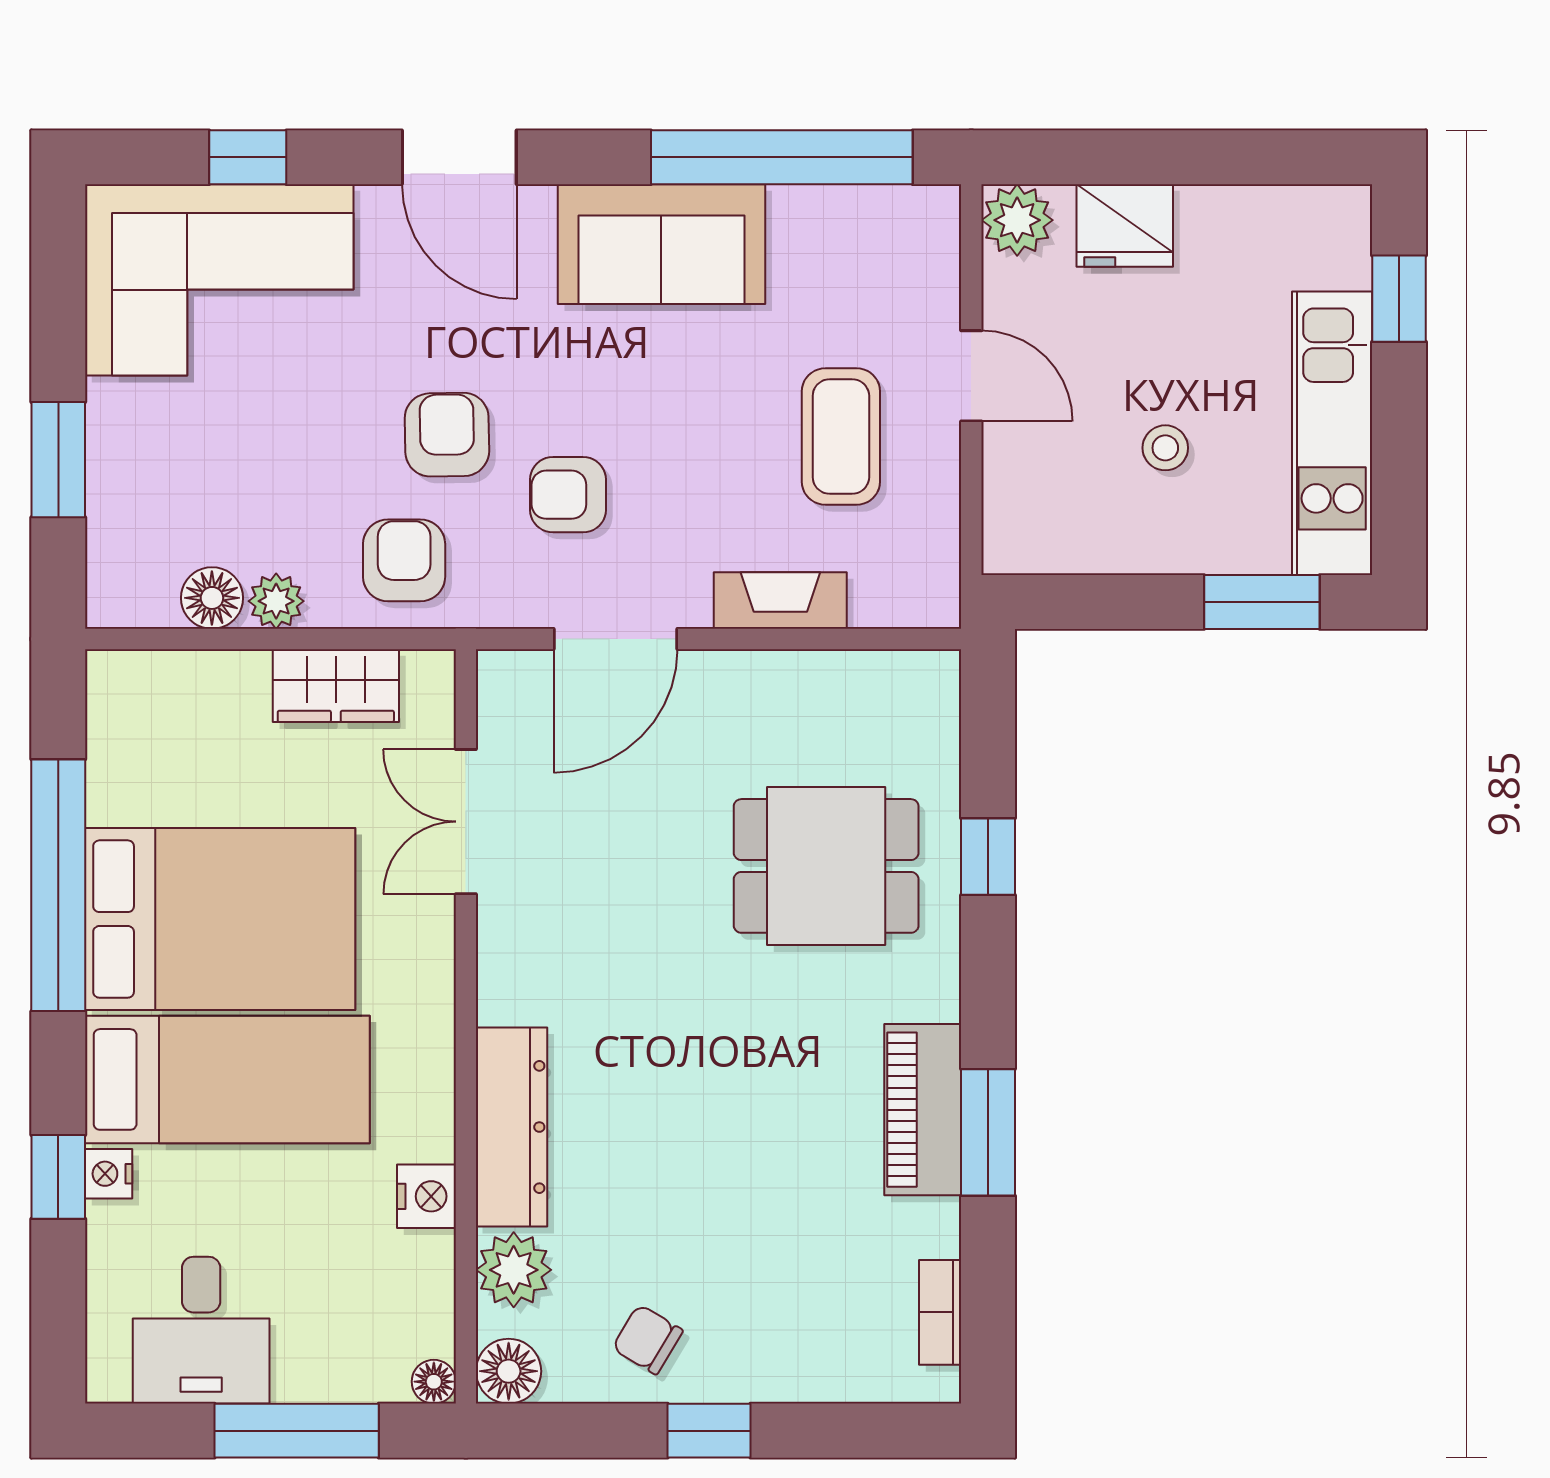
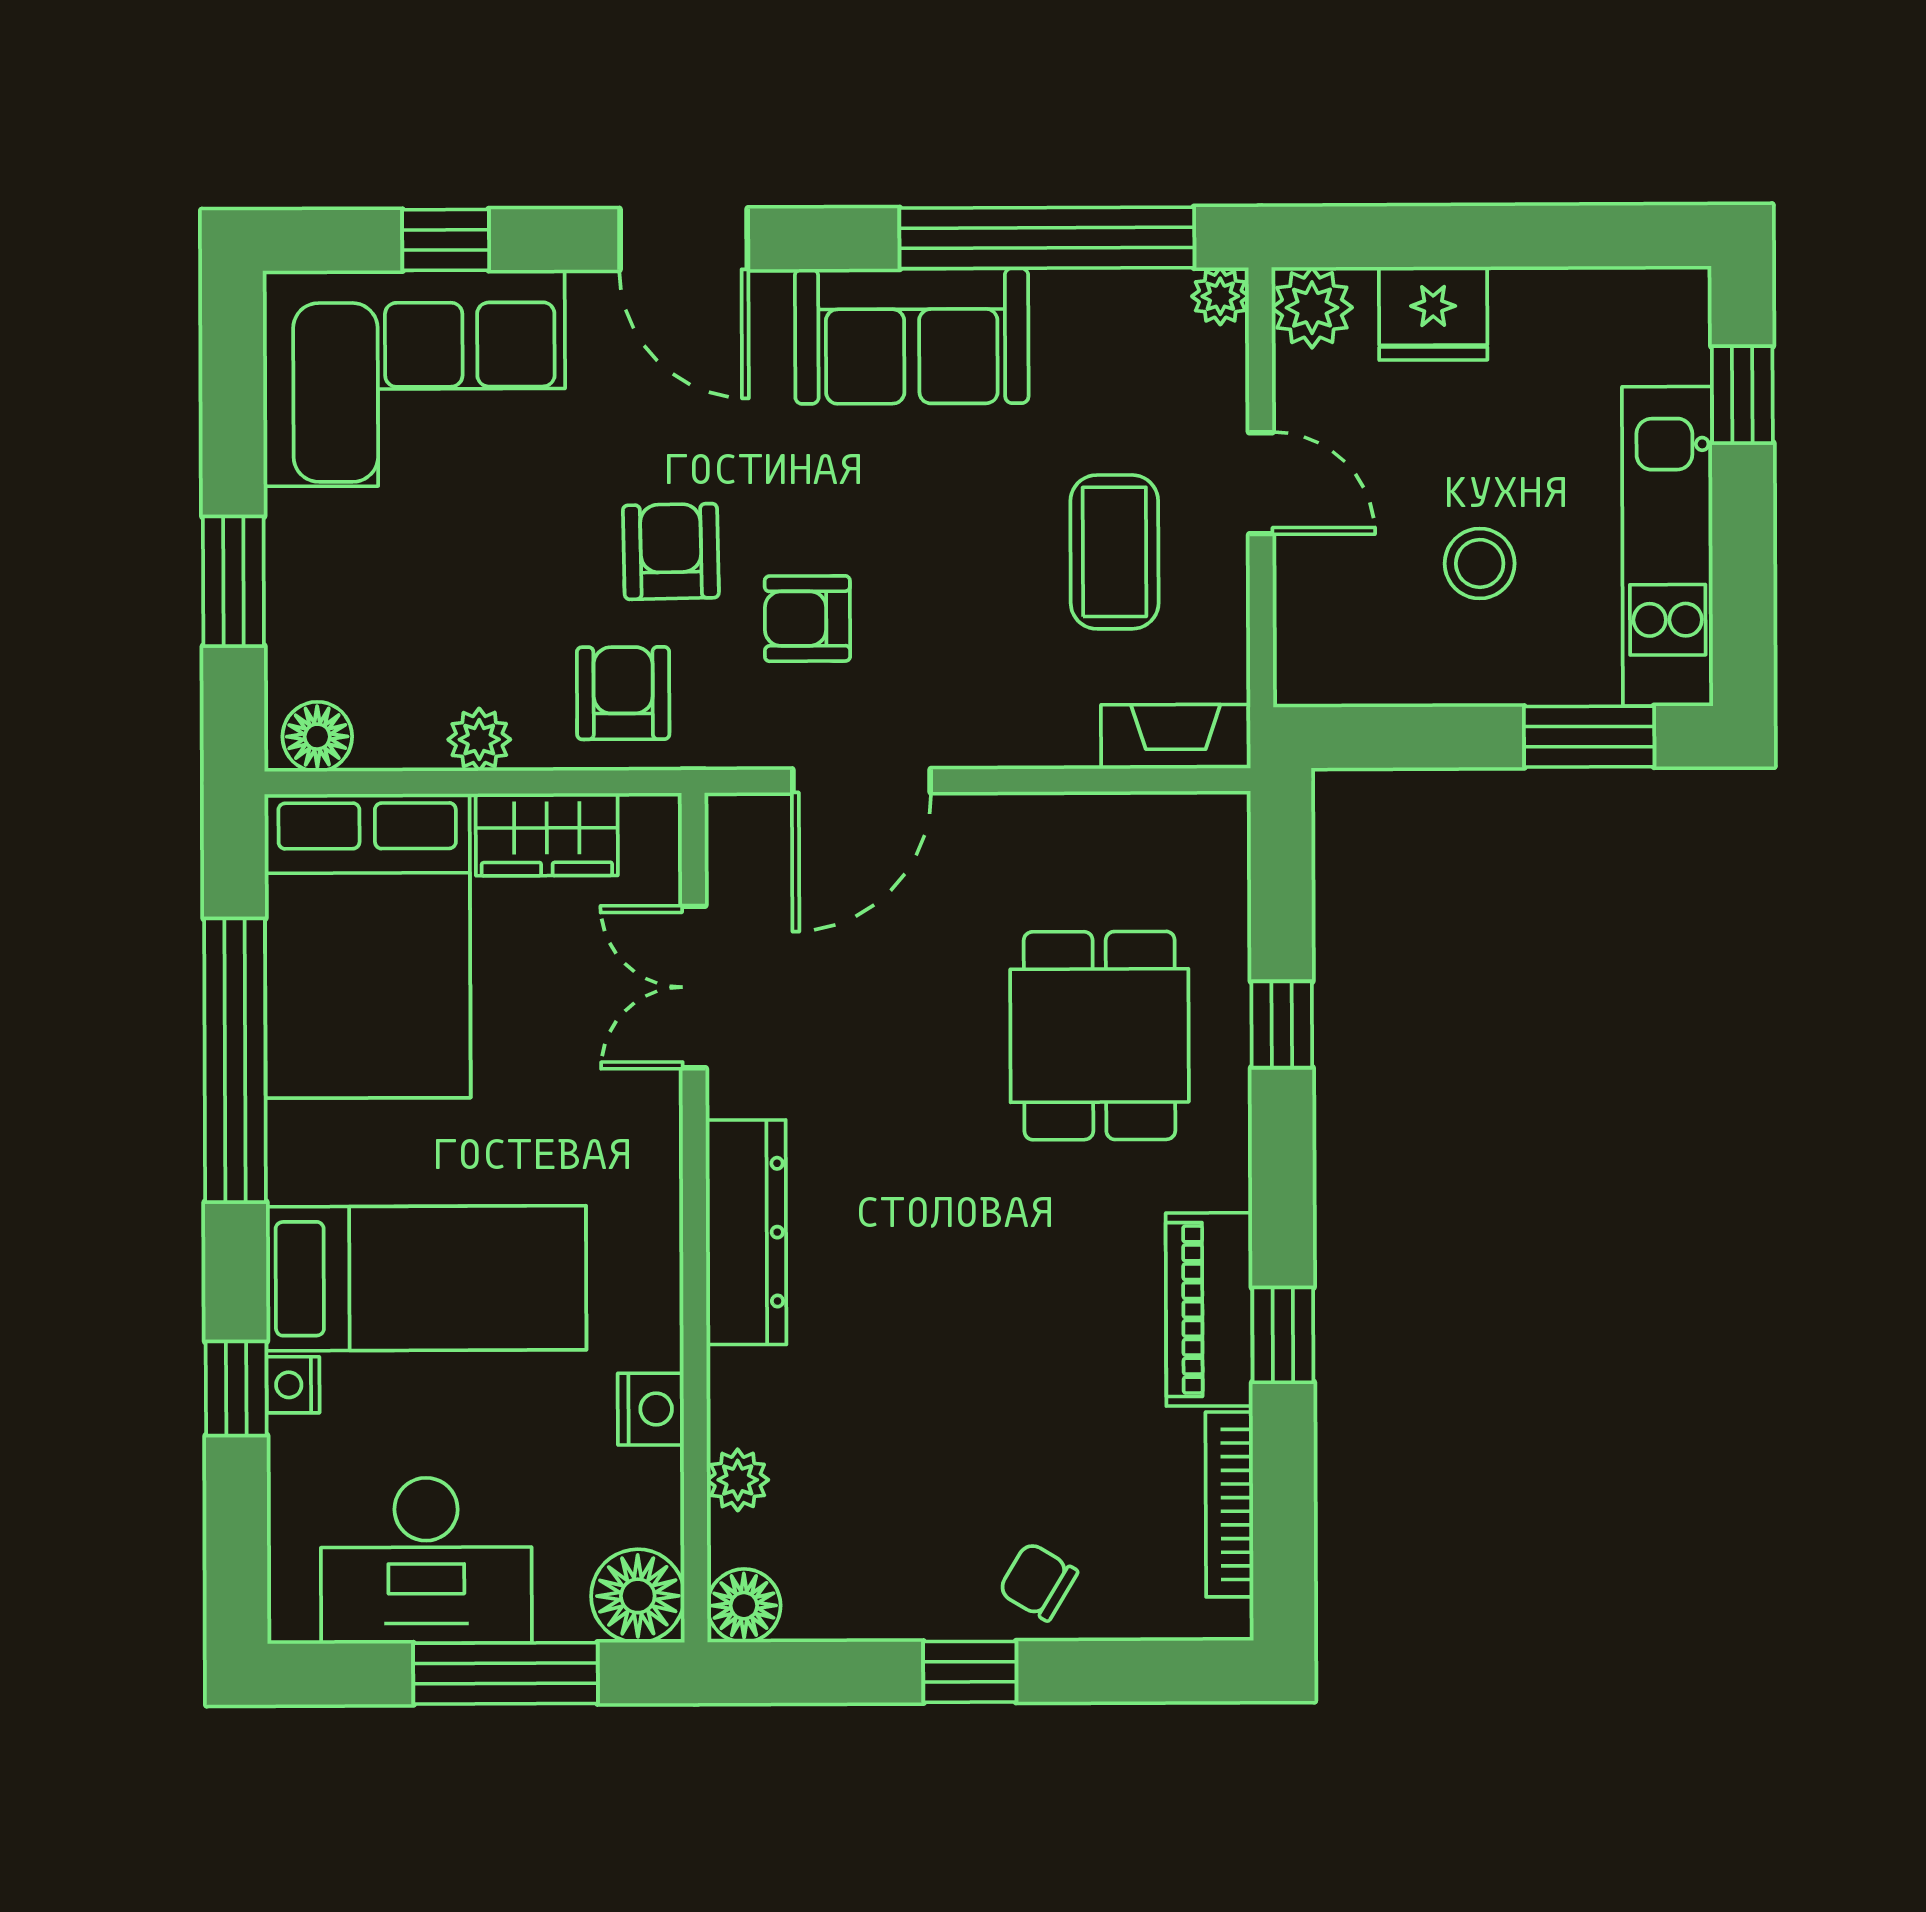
plant: (936, 210) -> (1220, 296), added
stool: (1165, 448) -> (1480, 563), width x1.37, depth x1.37
floor lamp: (212, 598) -> (317, 737), moved
fireplace: (780, 601) -> (1176, 737), moved
dining table: (826, 866) -> (1099, 1036), turned 90
bed: (220, 919) -> (368, 946), moved, turned 90
dresser: (512, 1127) -> (746, 1232), moved
window: (988, 1132) -> (1283, 1335), width x0.67
plant: (514, 1270) -> (738, 1480), width x0.73, depth x0.73
bookcase: (940, 1312) -> (1229, 1504), width x1.56
desk: (201, 1330) -> (426, 1561), width x1.37
chair: (647, 1339) -> (1038, 1581), moved
floor lamp: (434, 1382) -> (638, 1596), width x1.89, depth x1.89

